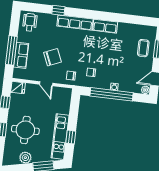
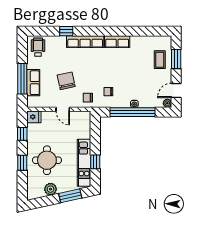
chair: (52, 57) -> (66, 81), turned -79

